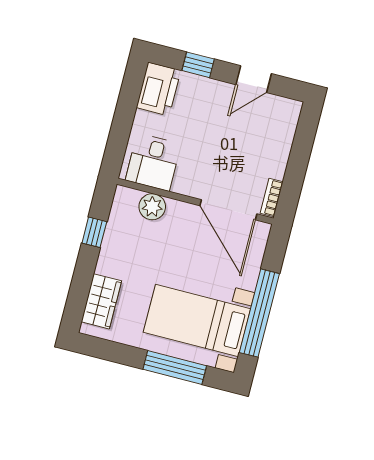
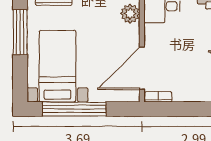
window: (175, 367) -> (20, 32), moved

